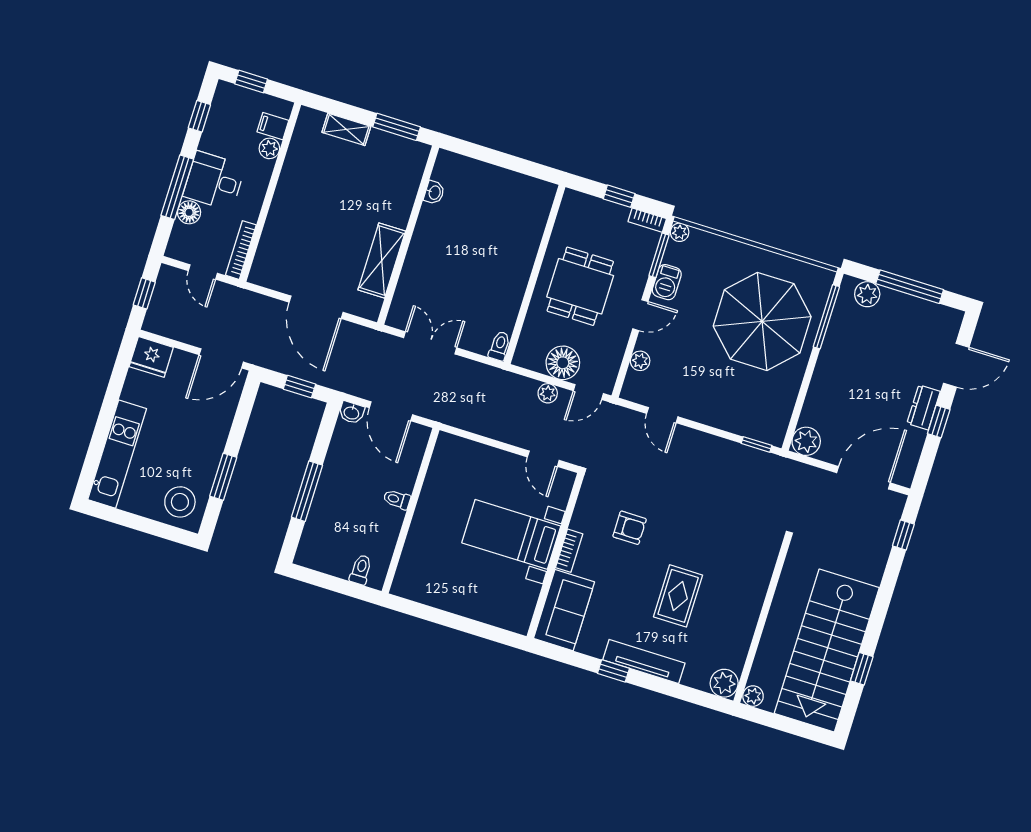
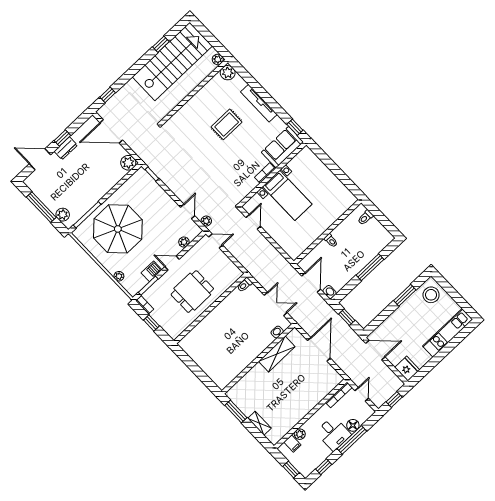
washbasin: (434, 192) -> (277, 332), moved
plant: (680, 232) -> (119, 276), moved
double door: (430, 343) -> (276, 304), swing flipped
floor lamp: (563, 363) -> (220, 261), removed
plant: (548, 393) -> (206, 221), moved
armchair: (630, 528) -> (231, 168), removed
window: (613, 671) -> (295, 127), moved

